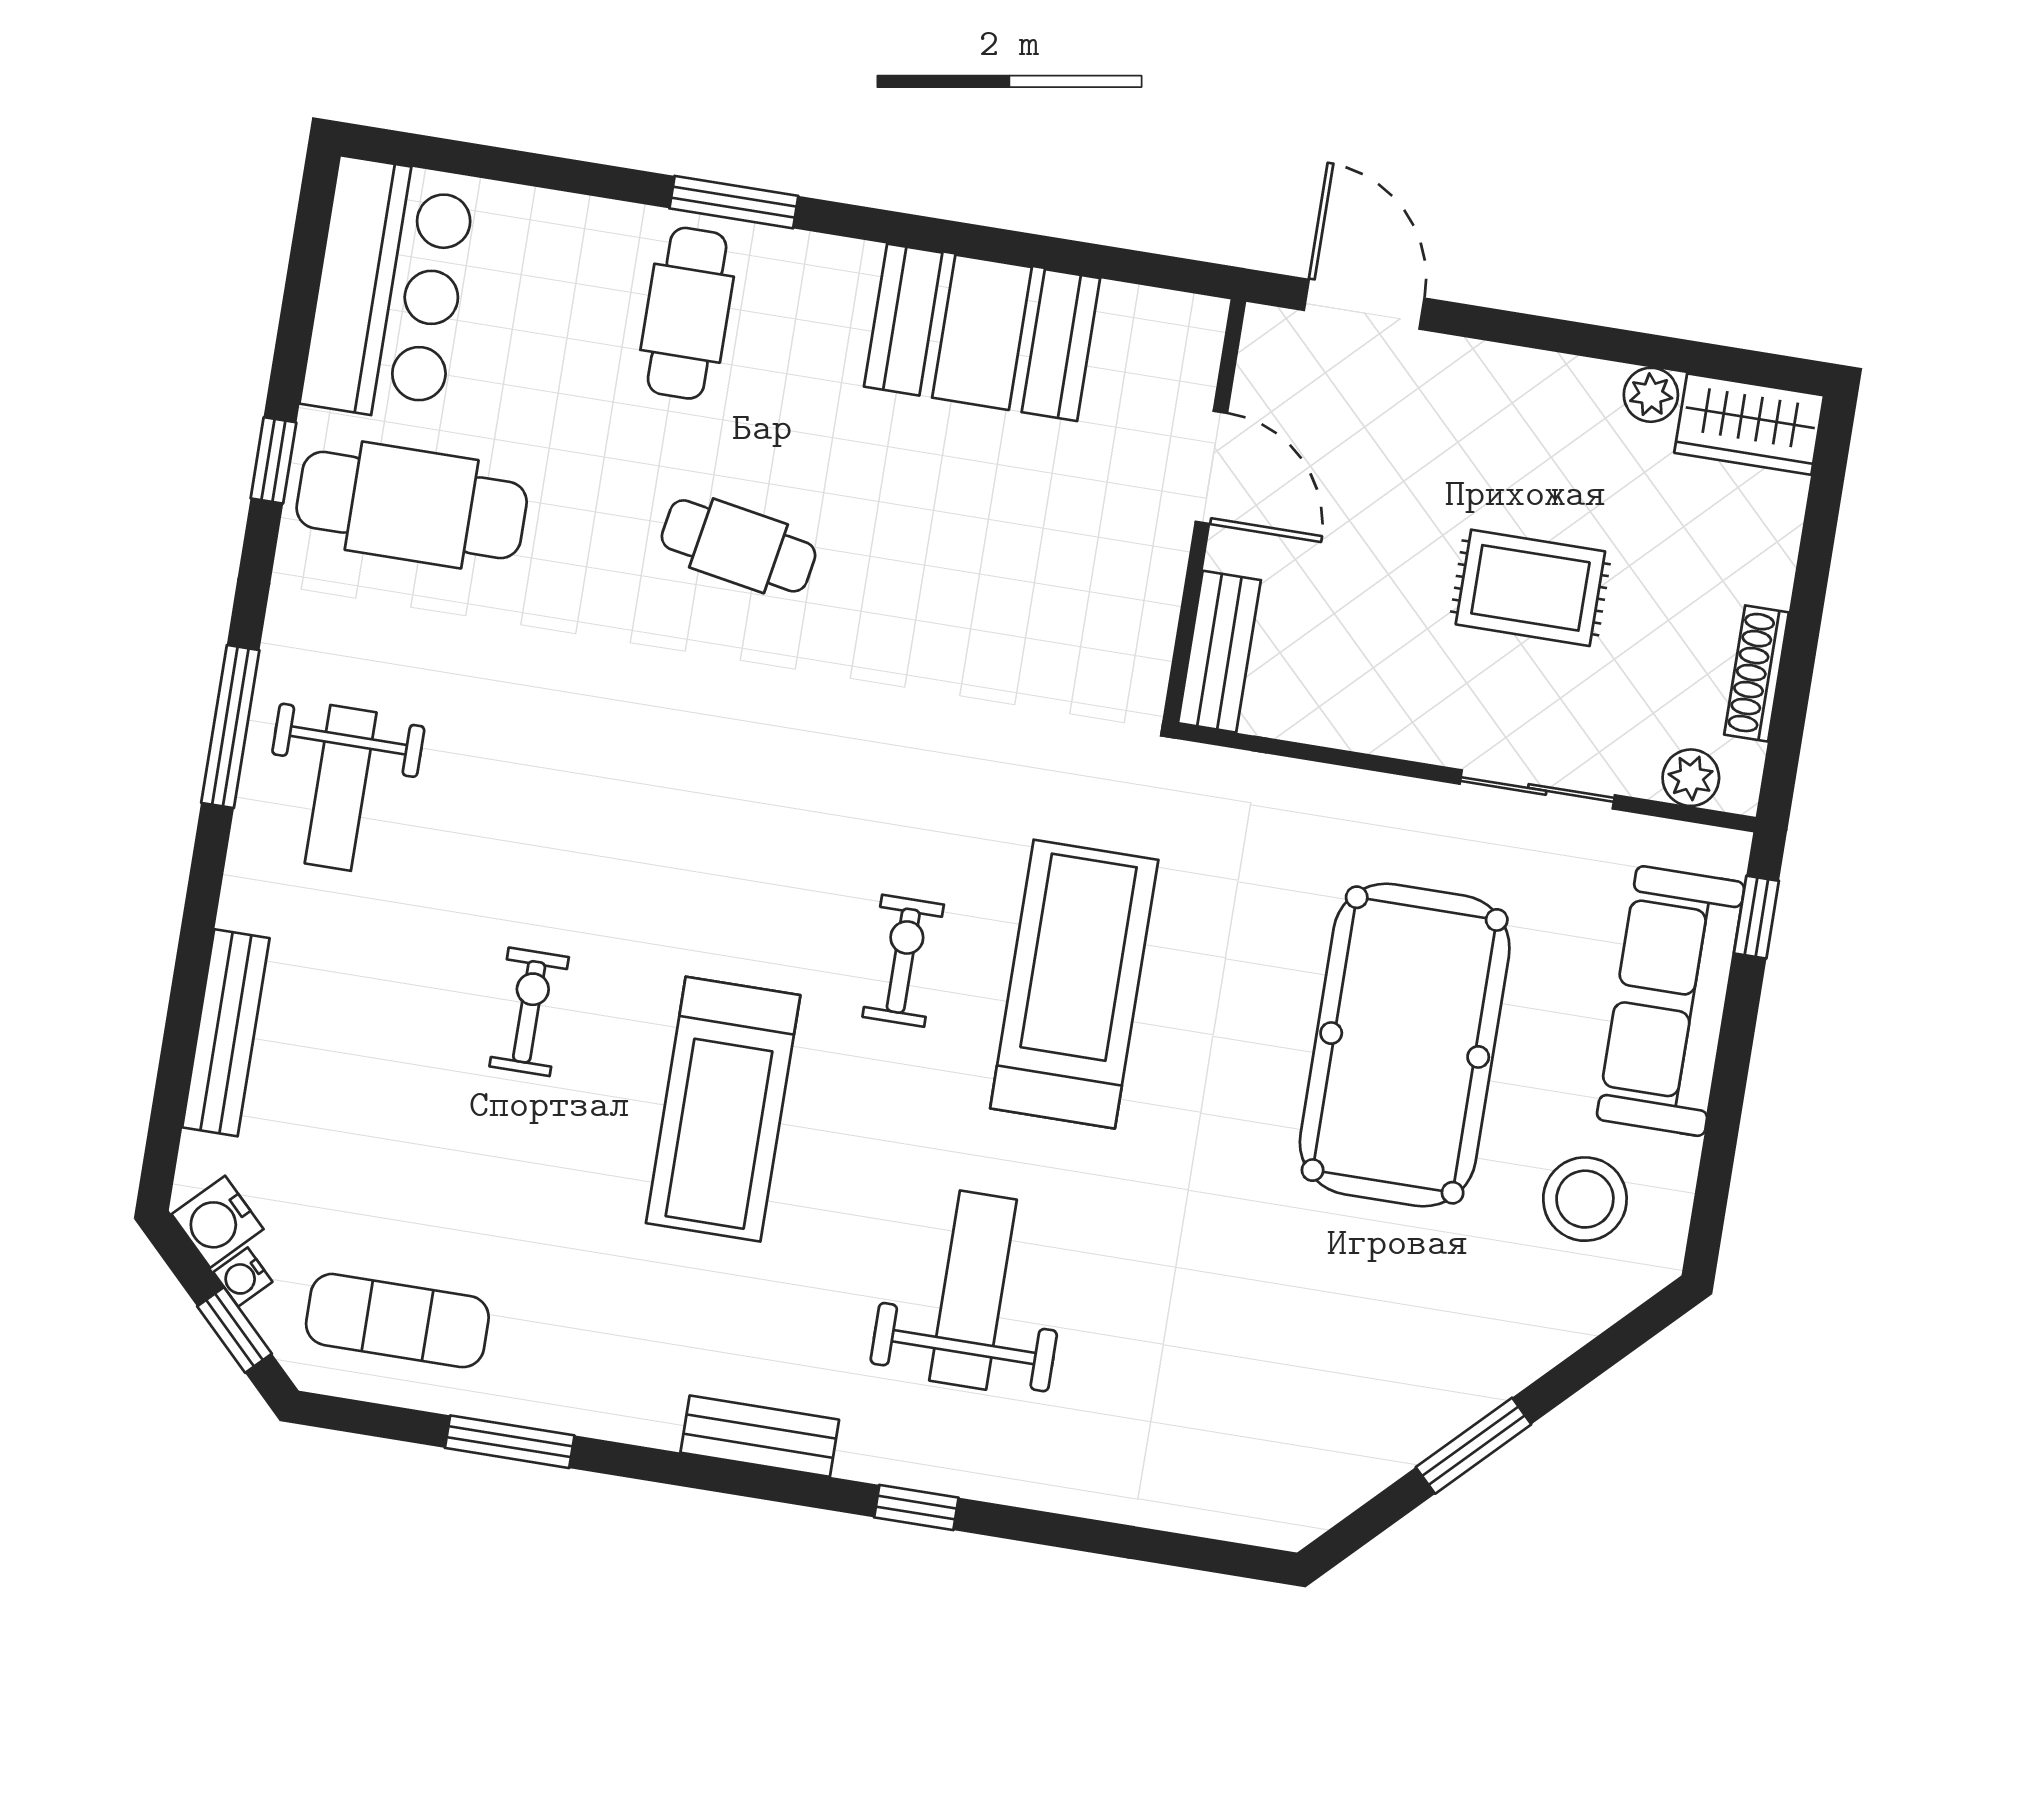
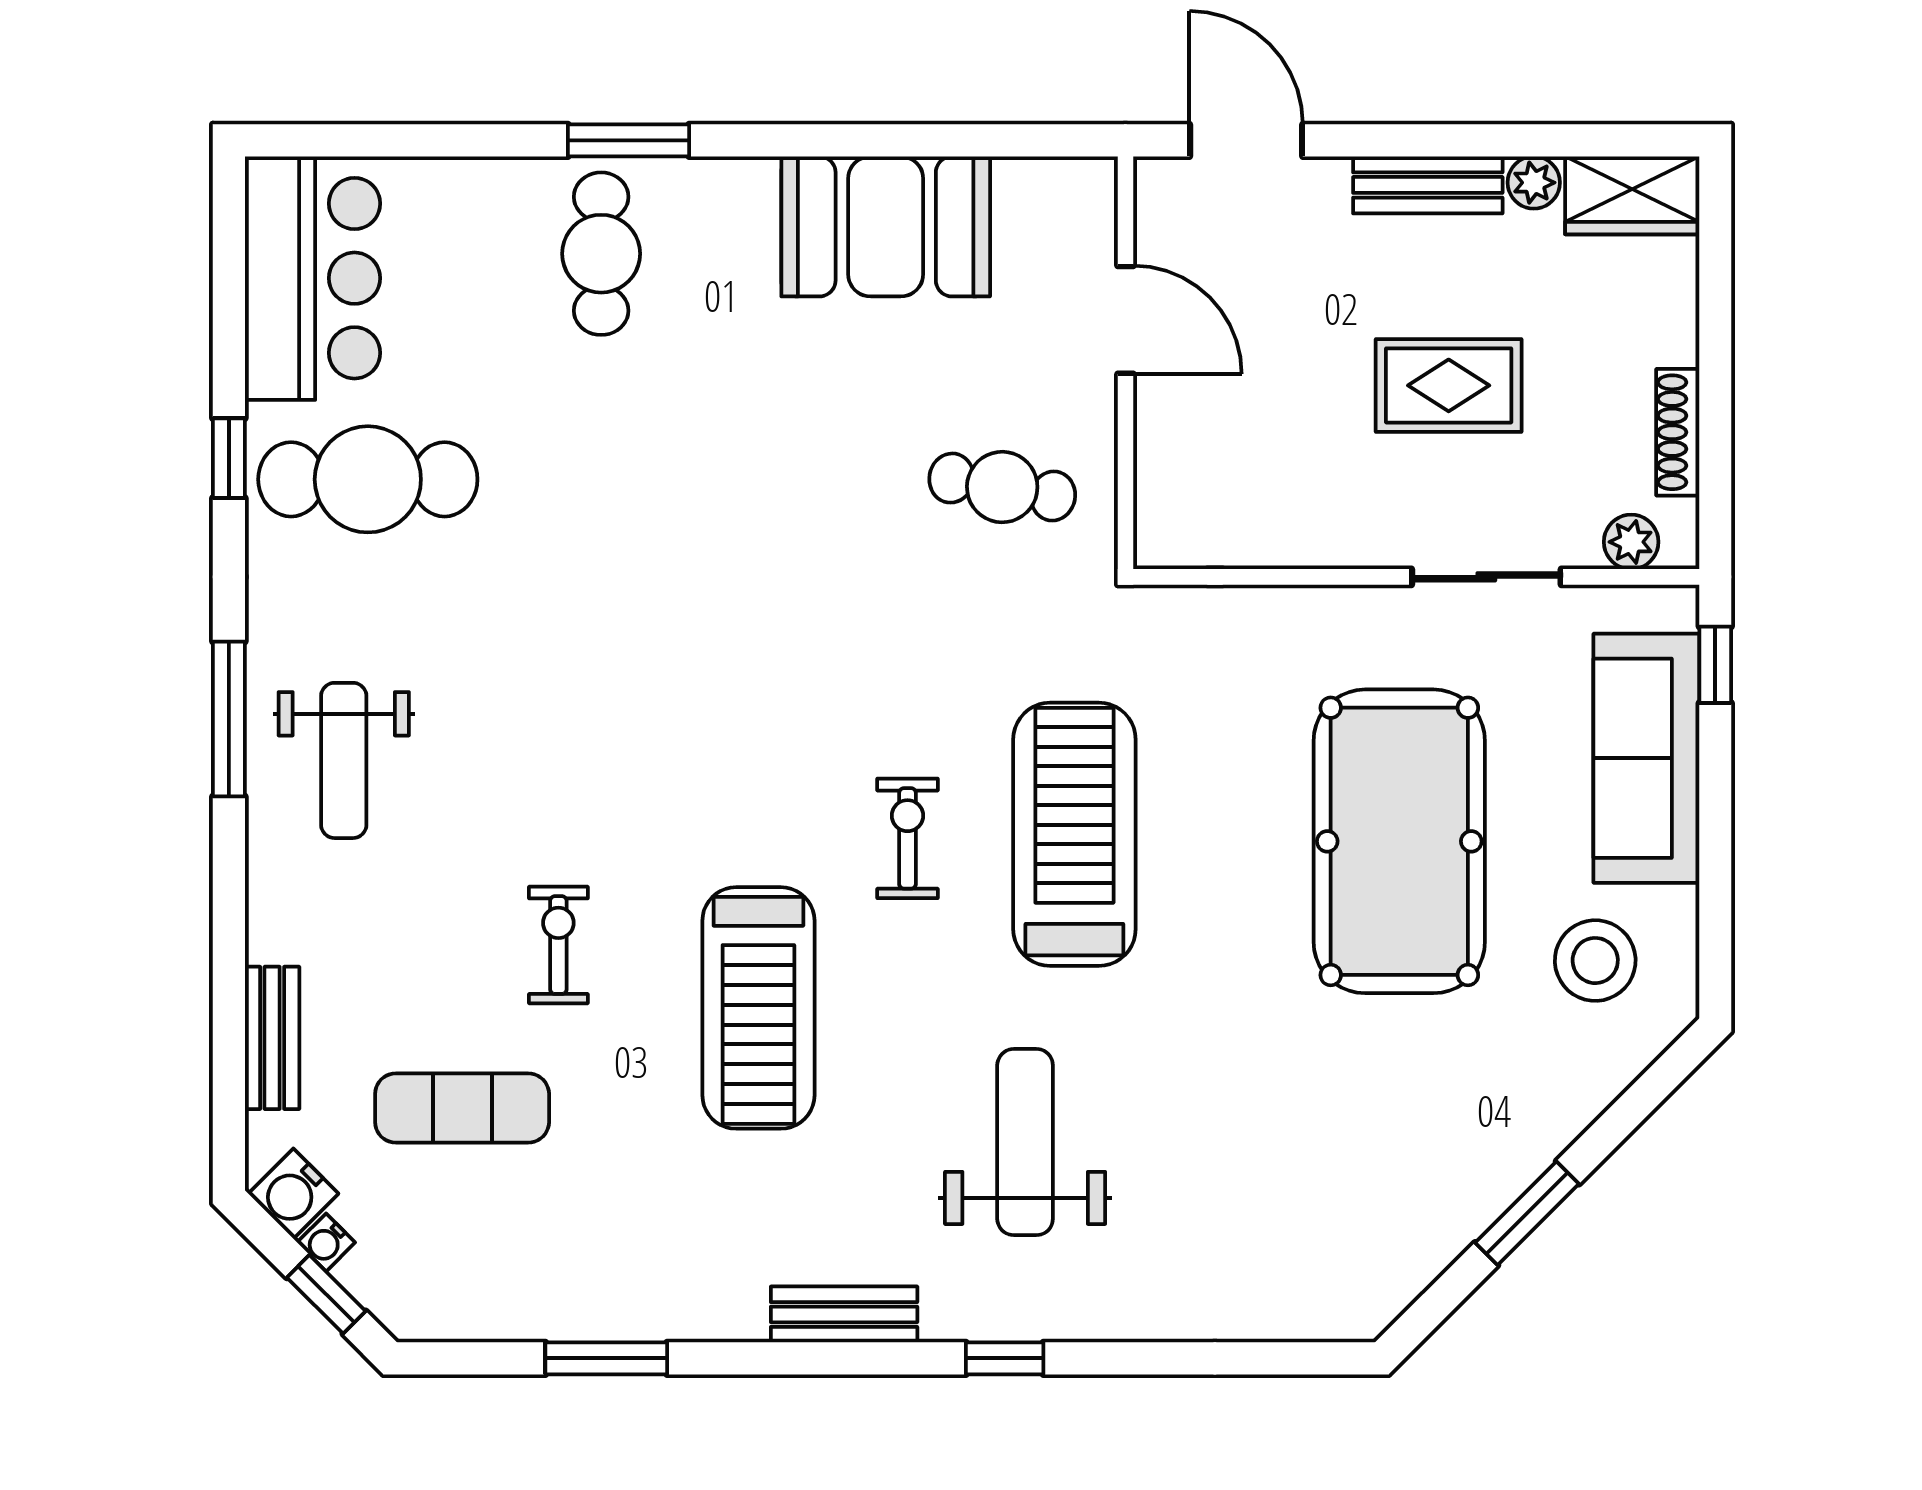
cafe table: (738, 546) -> (1002, 487), moved
bench: (1219, 652) -> (1428, 185), moved, turned 90
bench: (226, 1033) -> (272, 1038), width x0.73
exercise mat: (397, 1321) -> (462, 1108), moved

